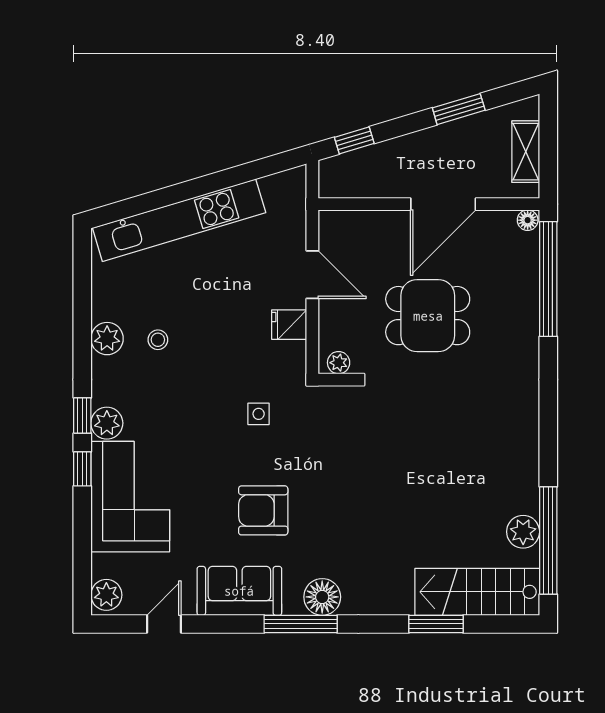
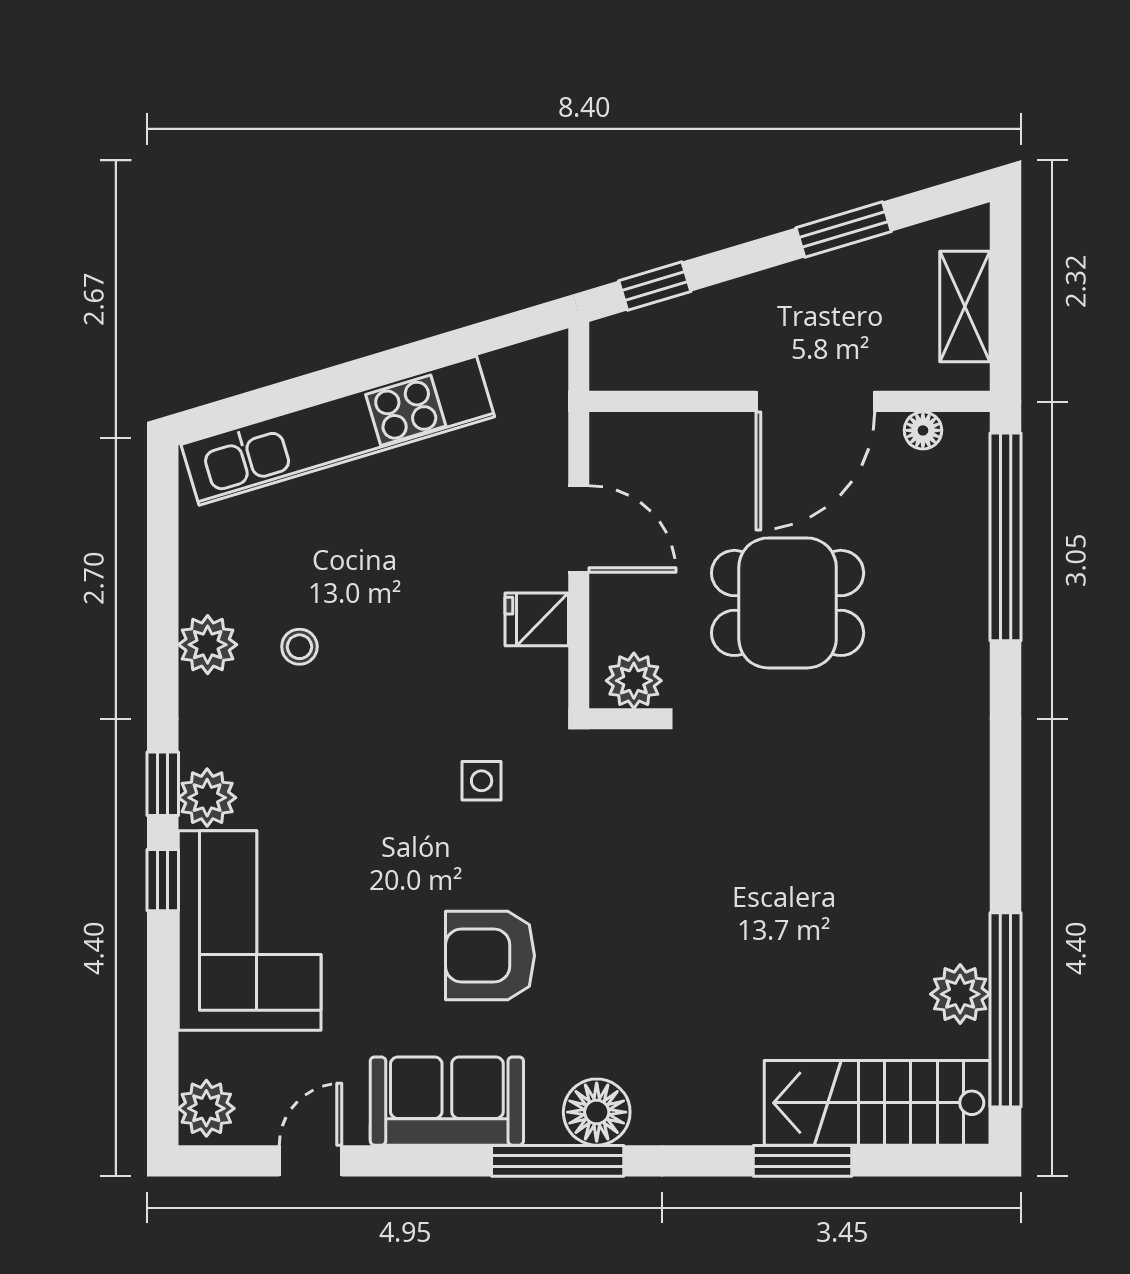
floor lamp: (528, 220) -> (923, 430), moved
plant: (339, 363) -> (634, 681), width x1.38, depth x1.38

